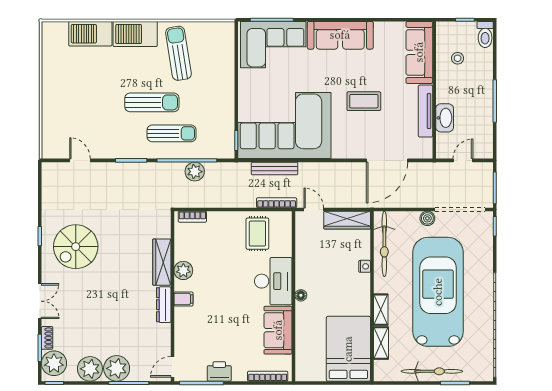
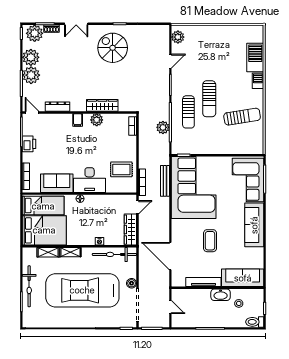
barbecue: (135, 34) -> (258, 81), width x0.53, depth x0.65
washbasin: (445, 118) -> (221, 295), moved
plant: (60, 149) -> (178, 37), added
door: (80, 160) -> (170, 61), moved
car: (438, 292) -> (82, 290), turned 180
dresser: (164, 305) -> (57, 107), moved
bed: (311, 350) -> (43, 206), added

